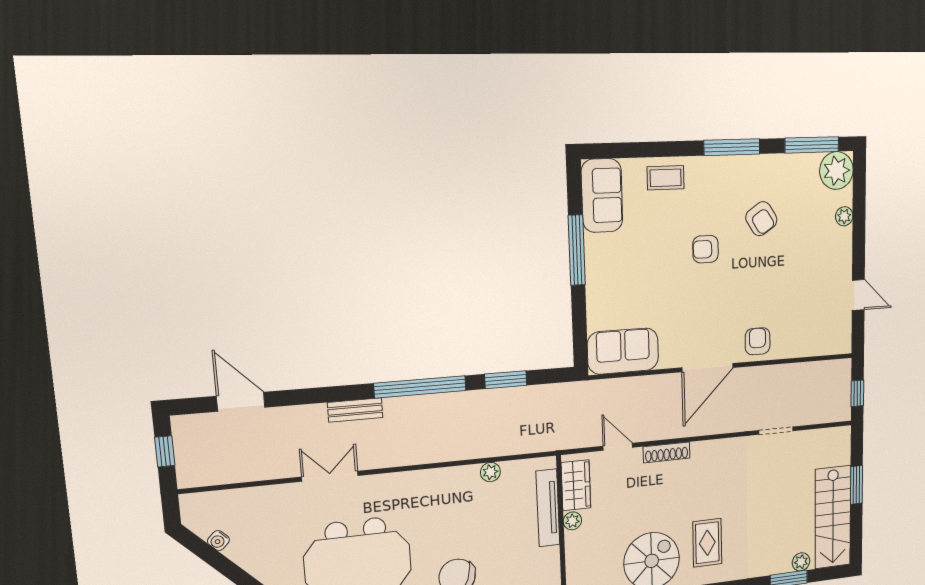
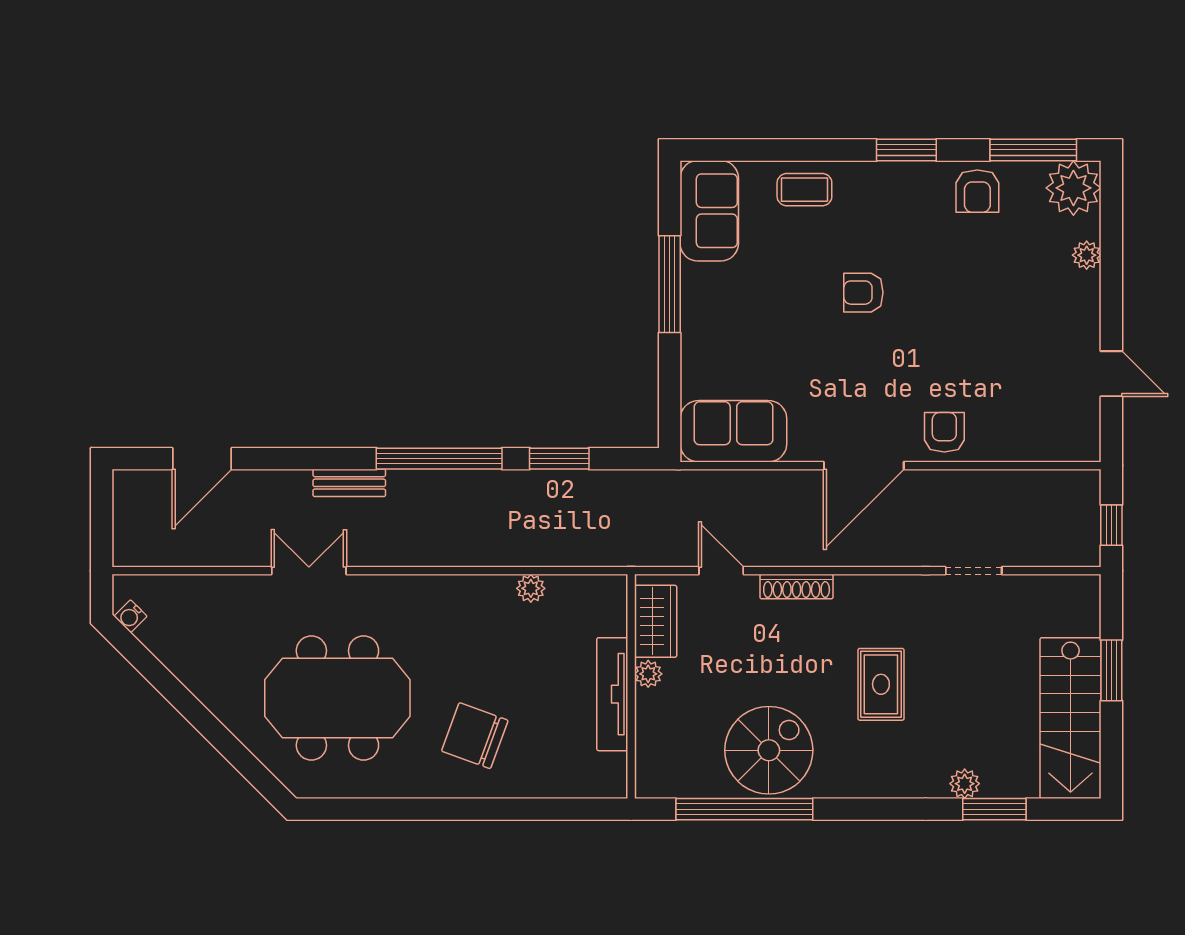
window: (732, 147) -> (906, 150), width x0.69
armchair: (761, 219) -> (977, 191), moved, turned 33
door: (241, 402) -> (202, 459), swing flipped
window: (165, 451) -> (102, 515), removed
tv unit: (548, 508) -> (612, 694), moved
water cooler: (218, 541) -> (130, 616), moved
rug: (707, 543) -> (881, 684), moved
plant: (801, 562) -> (965, 784), moved

